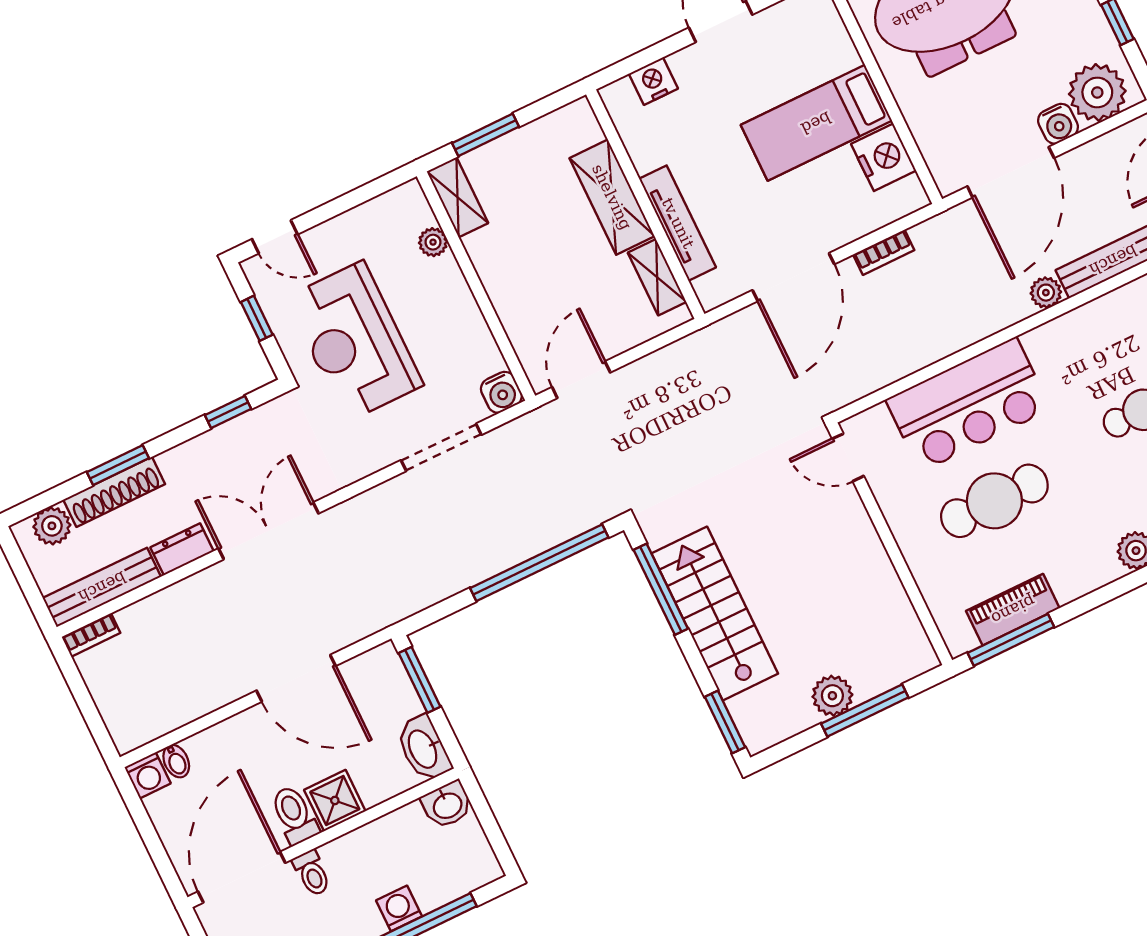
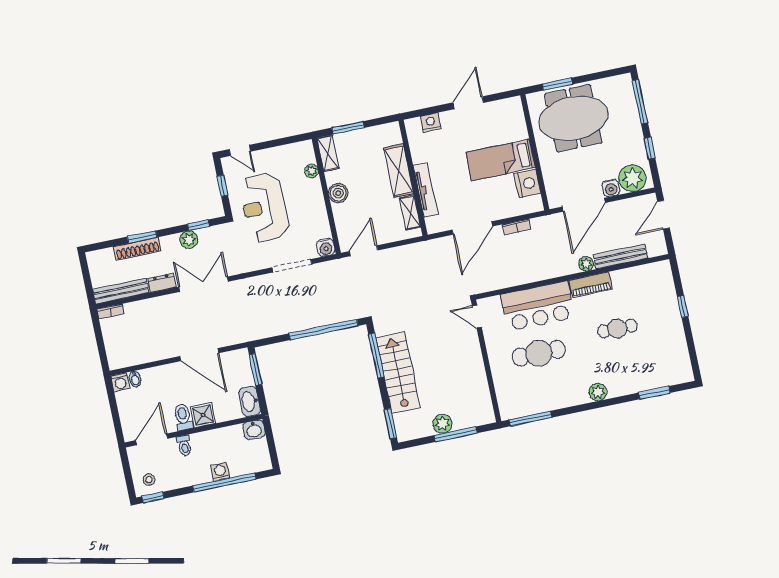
boiler: (499, 274) -> (338, 193), added
plant: (52, 526) -> (189, 240), moved
piano: (1013, 610) -> (591, 285), moved, turned 180
door: (242, 877) -> (152, 439), width x0.73

